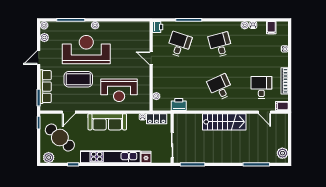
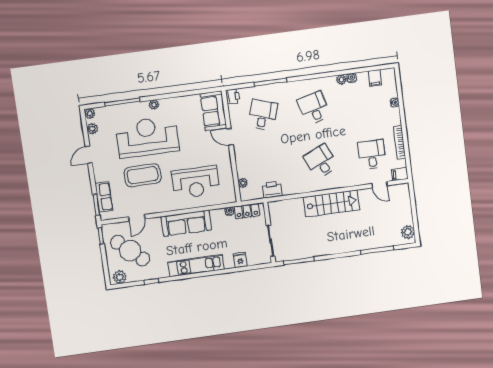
sofa: (141, 36) -> (213, 111), added
row of seats: (46, 87) -> (104, 197), width x0.68
kitchen unit: (110, 157) -> (196, 266), width x0.73

